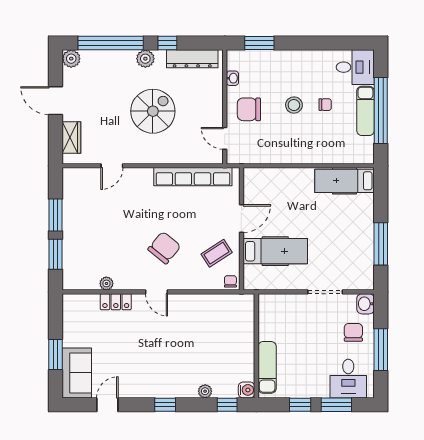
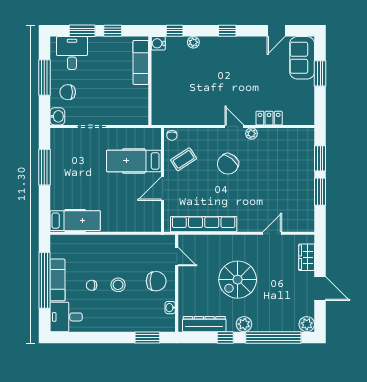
plant: (106, 283) -> (251, 134), moved
chair: (353, 332) -> (68, 92), turned 90

